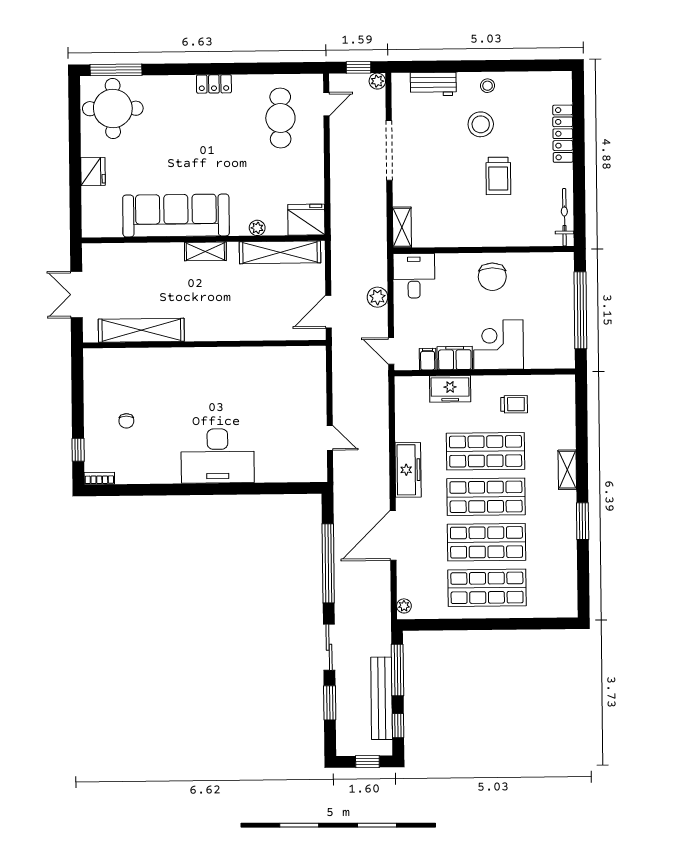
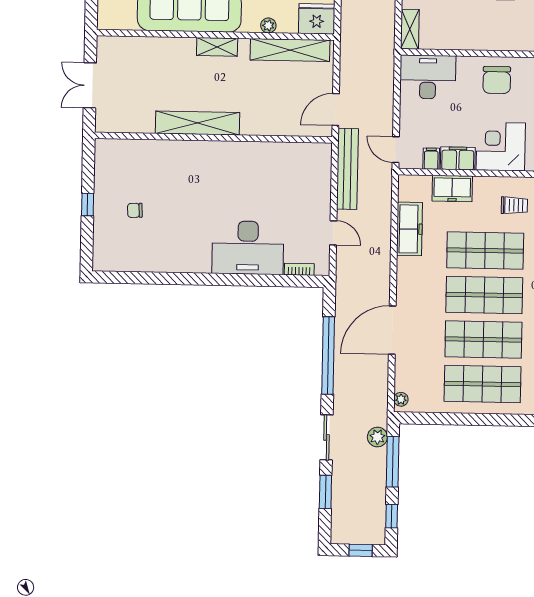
desk: (414, 276) -> (428, 77), width x1.37
plant: (377, 297) -> (377, 437), moved
shelving: (141, 330) -> (197, 123), moved
chair: (126, 421) -> (135, 210), turned 88
window: (78, 450) -> (88, 205), moved
desk: (218, 456) -> (248, 248), moved
freezer: (408, 470) -> (410, 229), moved
bookcase: (99, 478) -> (299, 269), moved
bench: (382, 698) -> (347, 169), moved

